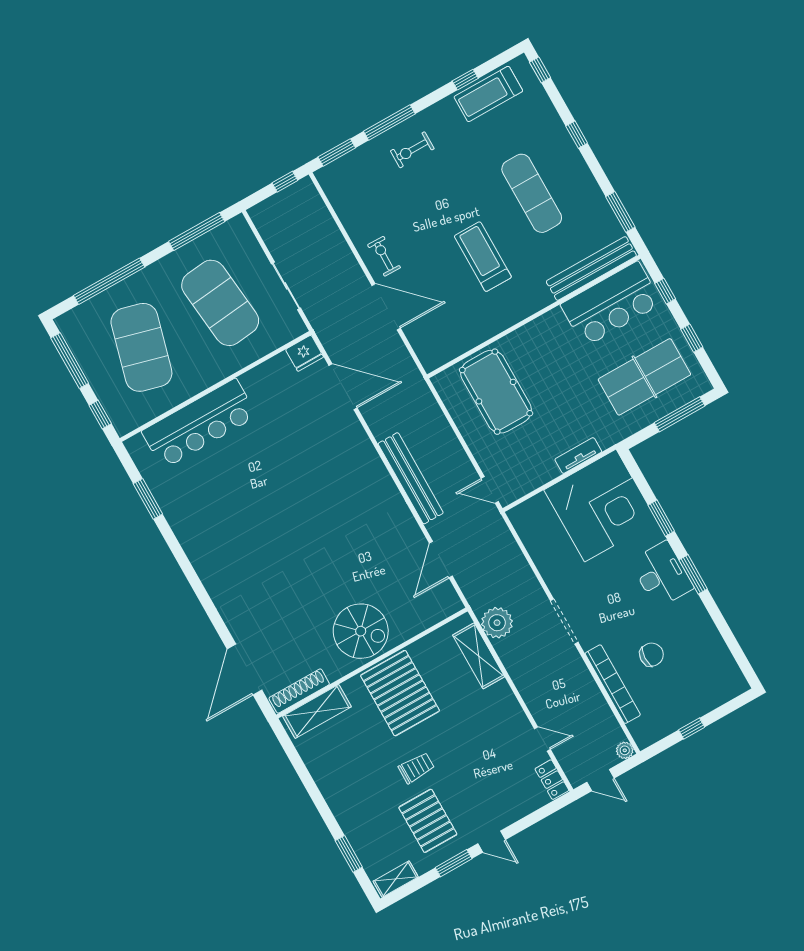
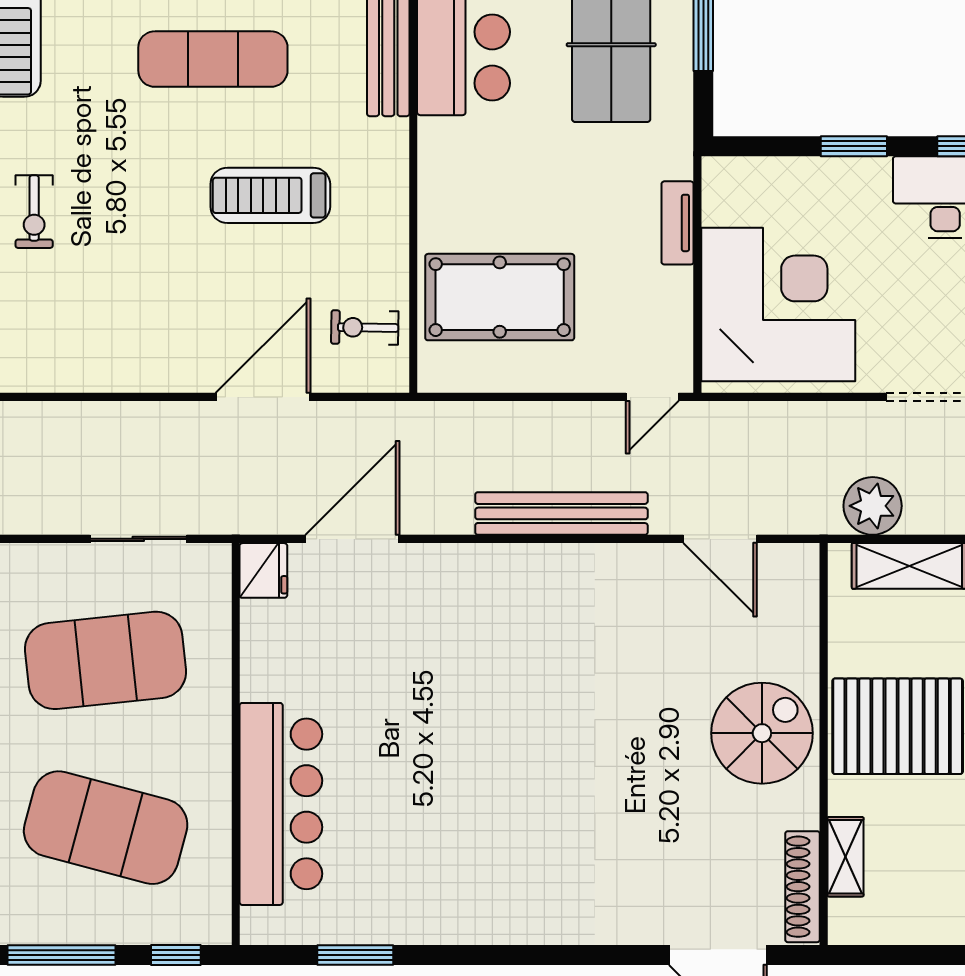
exercise bike: (384, 256) -> (365, 328), moved
corner desk: (600, 506) -> (778, 305), moved
shelving: (317, 711) -> (845, 857), width x0.67, depth x0.75

